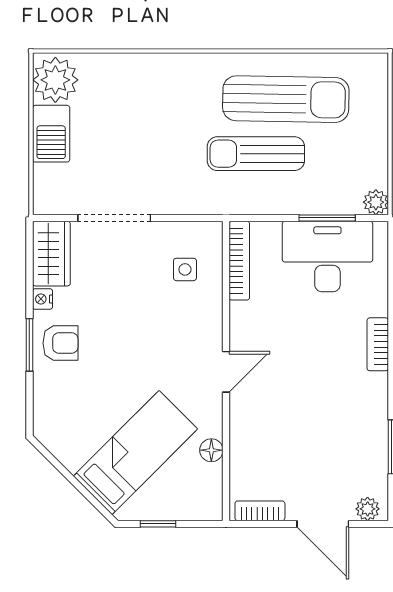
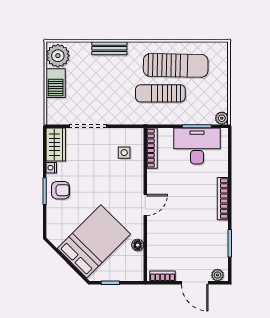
bench: (156, 66) -> (109, 48), added
bookcase: (378, 344) -> (223, 199), width x1.56
bed: (135, 453) -> (94, 241), width x1.50

